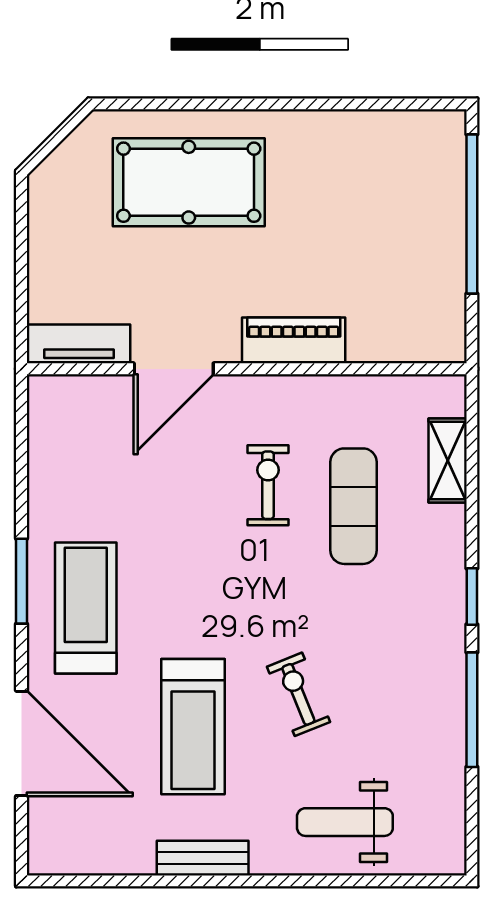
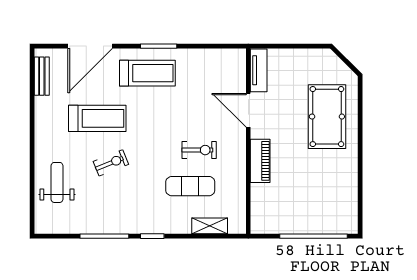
treadmill: (193, 727) -> (97, 118), turned 180
bench: (203, 858) -> (42, 76), moved

